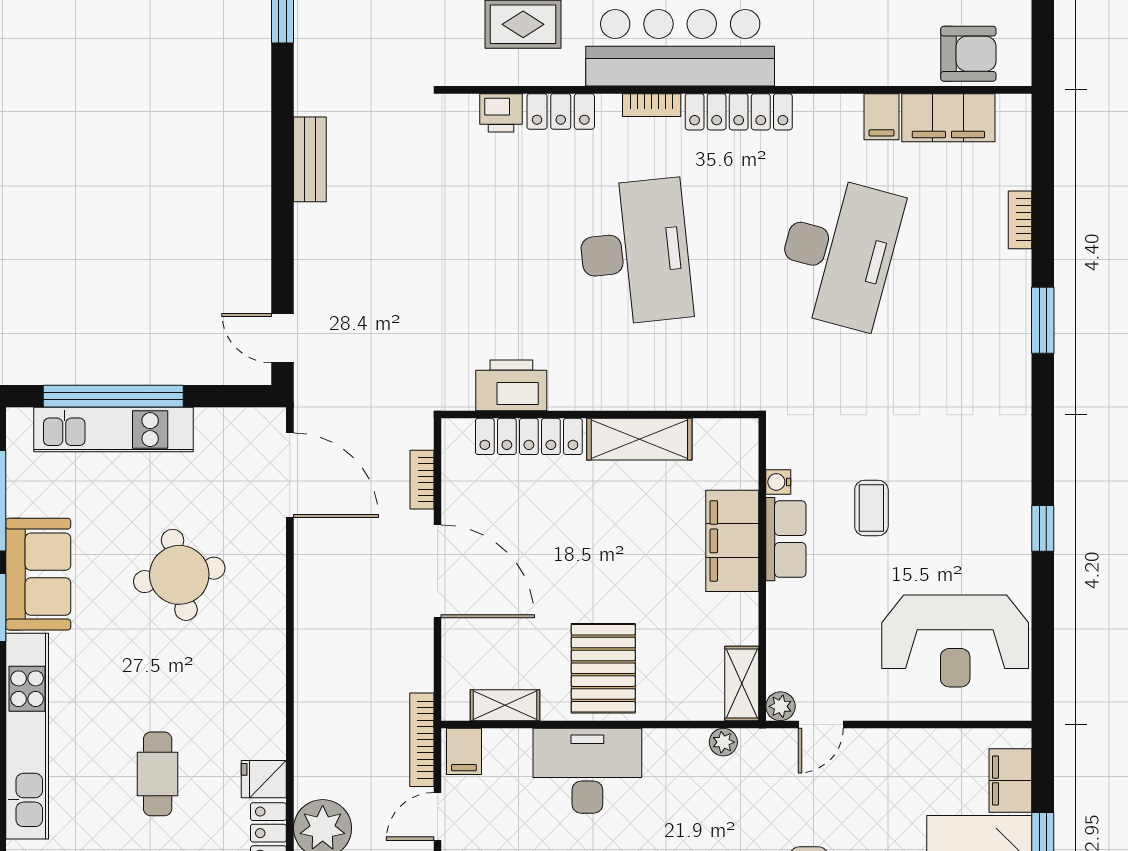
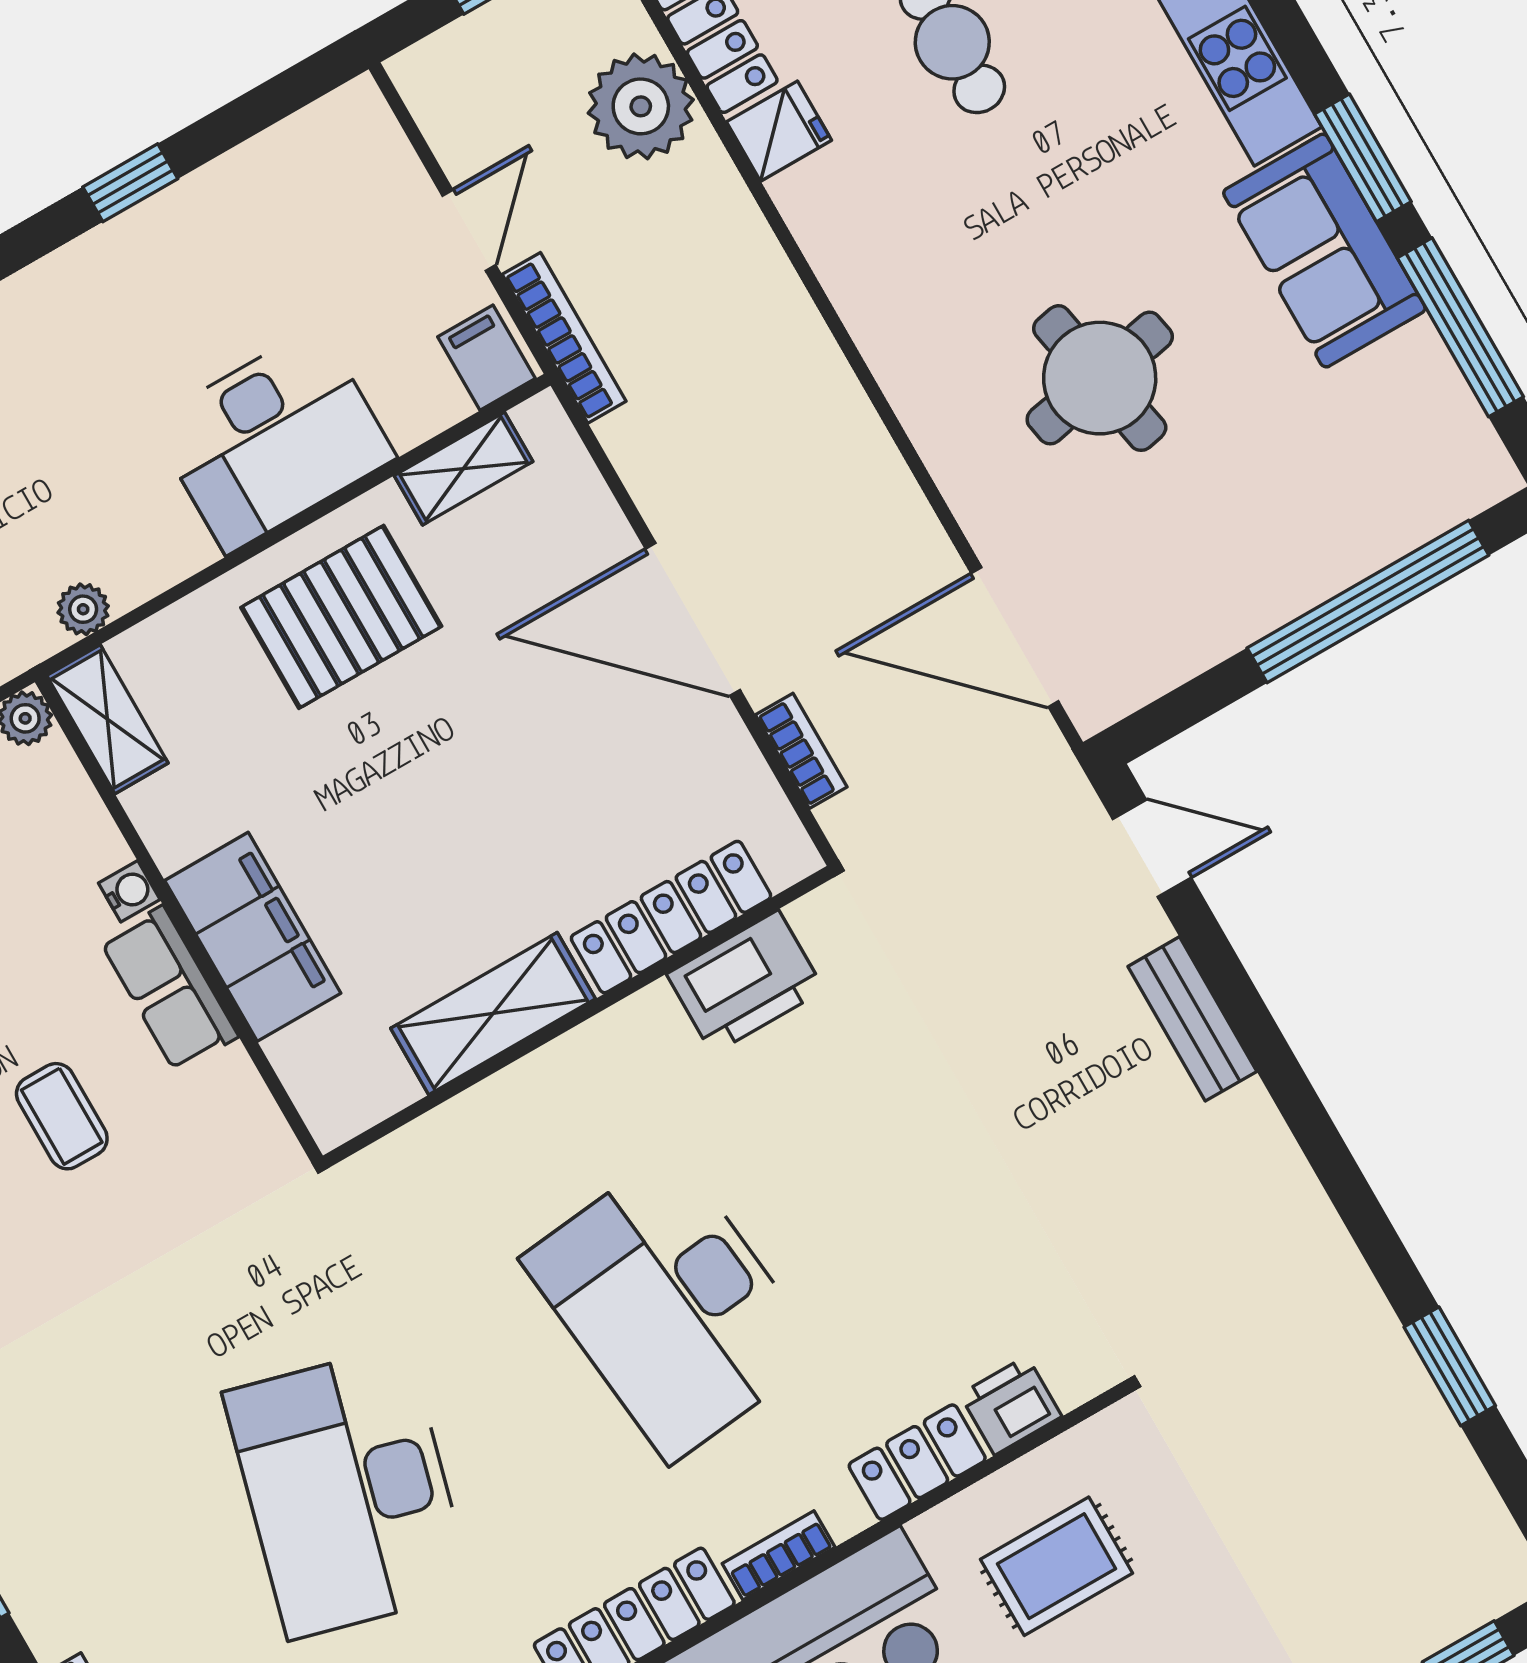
bench: (310, 159) -> (1192, 1019), moved
kitchen unit: (114, 430) -> (1337, 549), removed
water cooler: (778, 482) -> (129, 891), moved
pallet: (603, 668) -> (341, 617), turned 90

